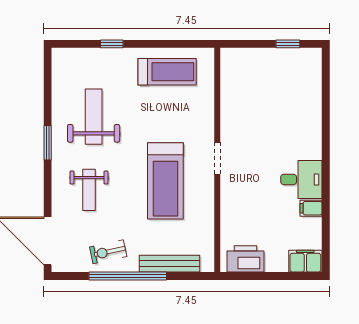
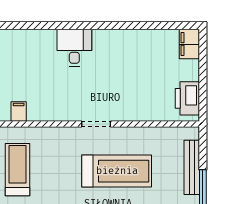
desk: (301, 179) -> (74, 48), moved
filing cabinet: (311, 208) -> (19, 111), moved, turned 180

